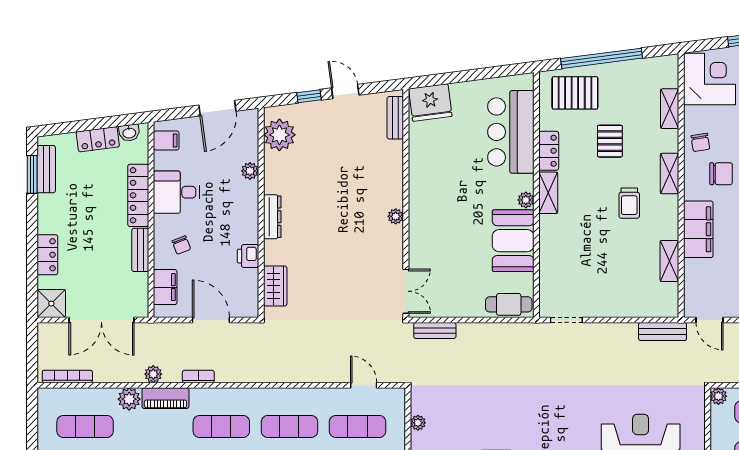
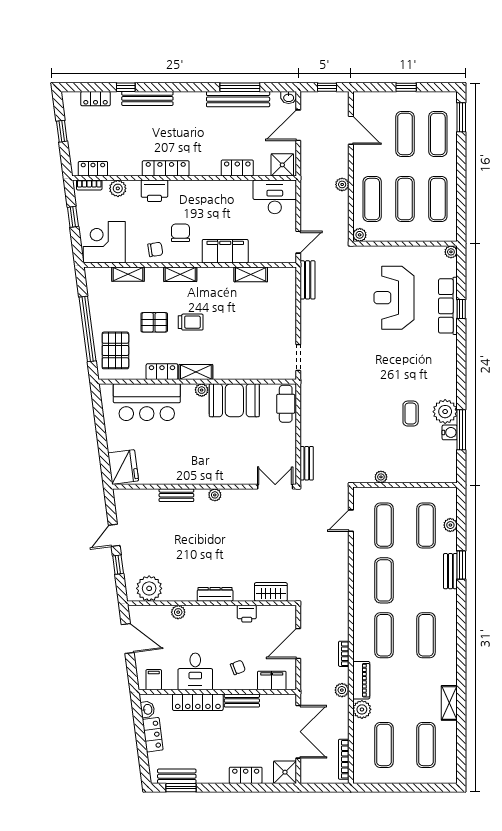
bench: (395, 118) -> (176, 495), moved
trolley: (629, 203) -> (191, 322), moved

